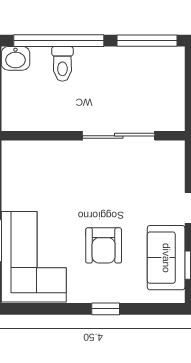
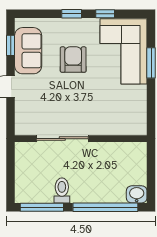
toilet: (62, 64) -> (62, 190), moved
window: (59, 309) -> (105, 14), added

